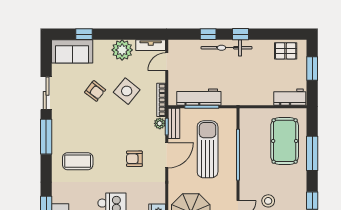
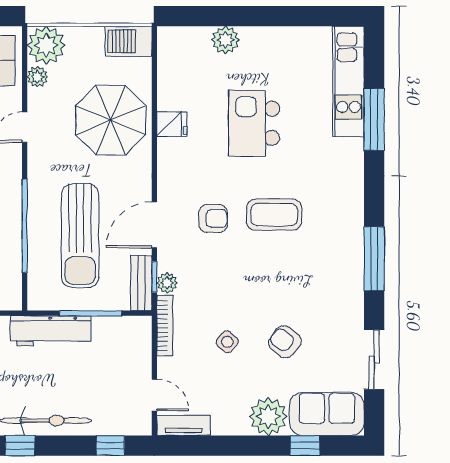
window: (208, 34) -> (110, 446), moved
plant: (122, 50) -> (268, 416), moved
door: (167, 62) -> (154, 395), hinge flipped
side table: (127, 91) -> (227, 342), width x0.54, depth x0.54
sliding door: (46, 93) -> (374, 360), moved
workbench: (199, 97) -> (51, 331), moved
coffee table: (78, 161) -> (274, 215), moved

